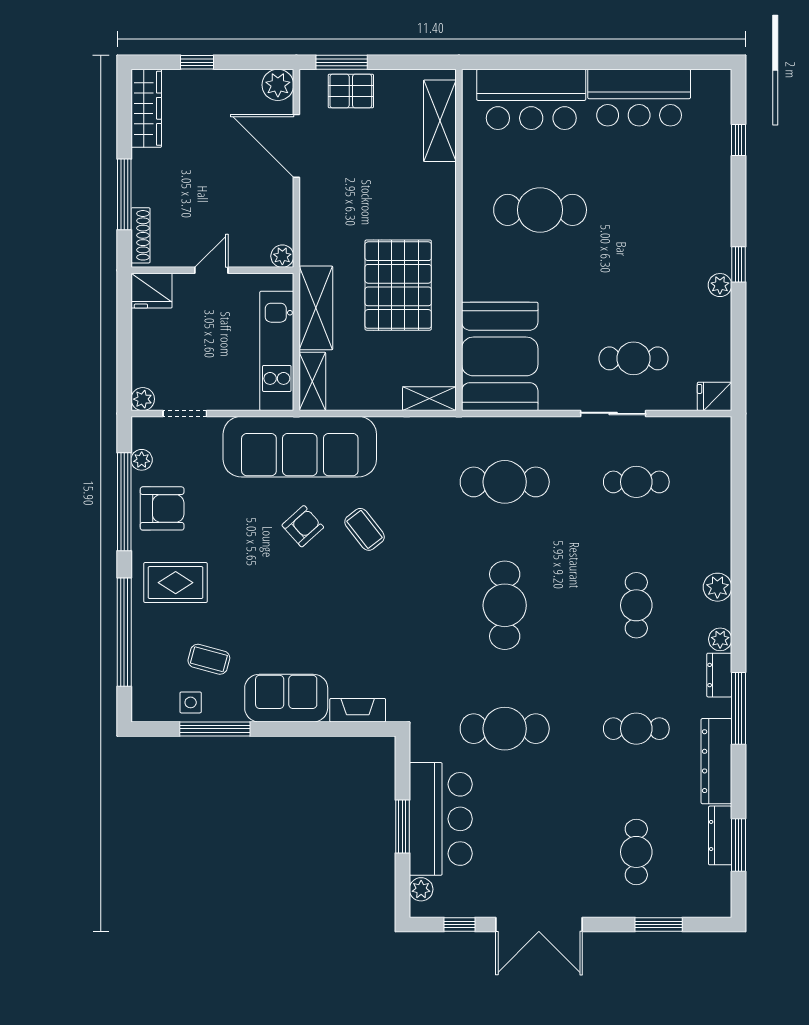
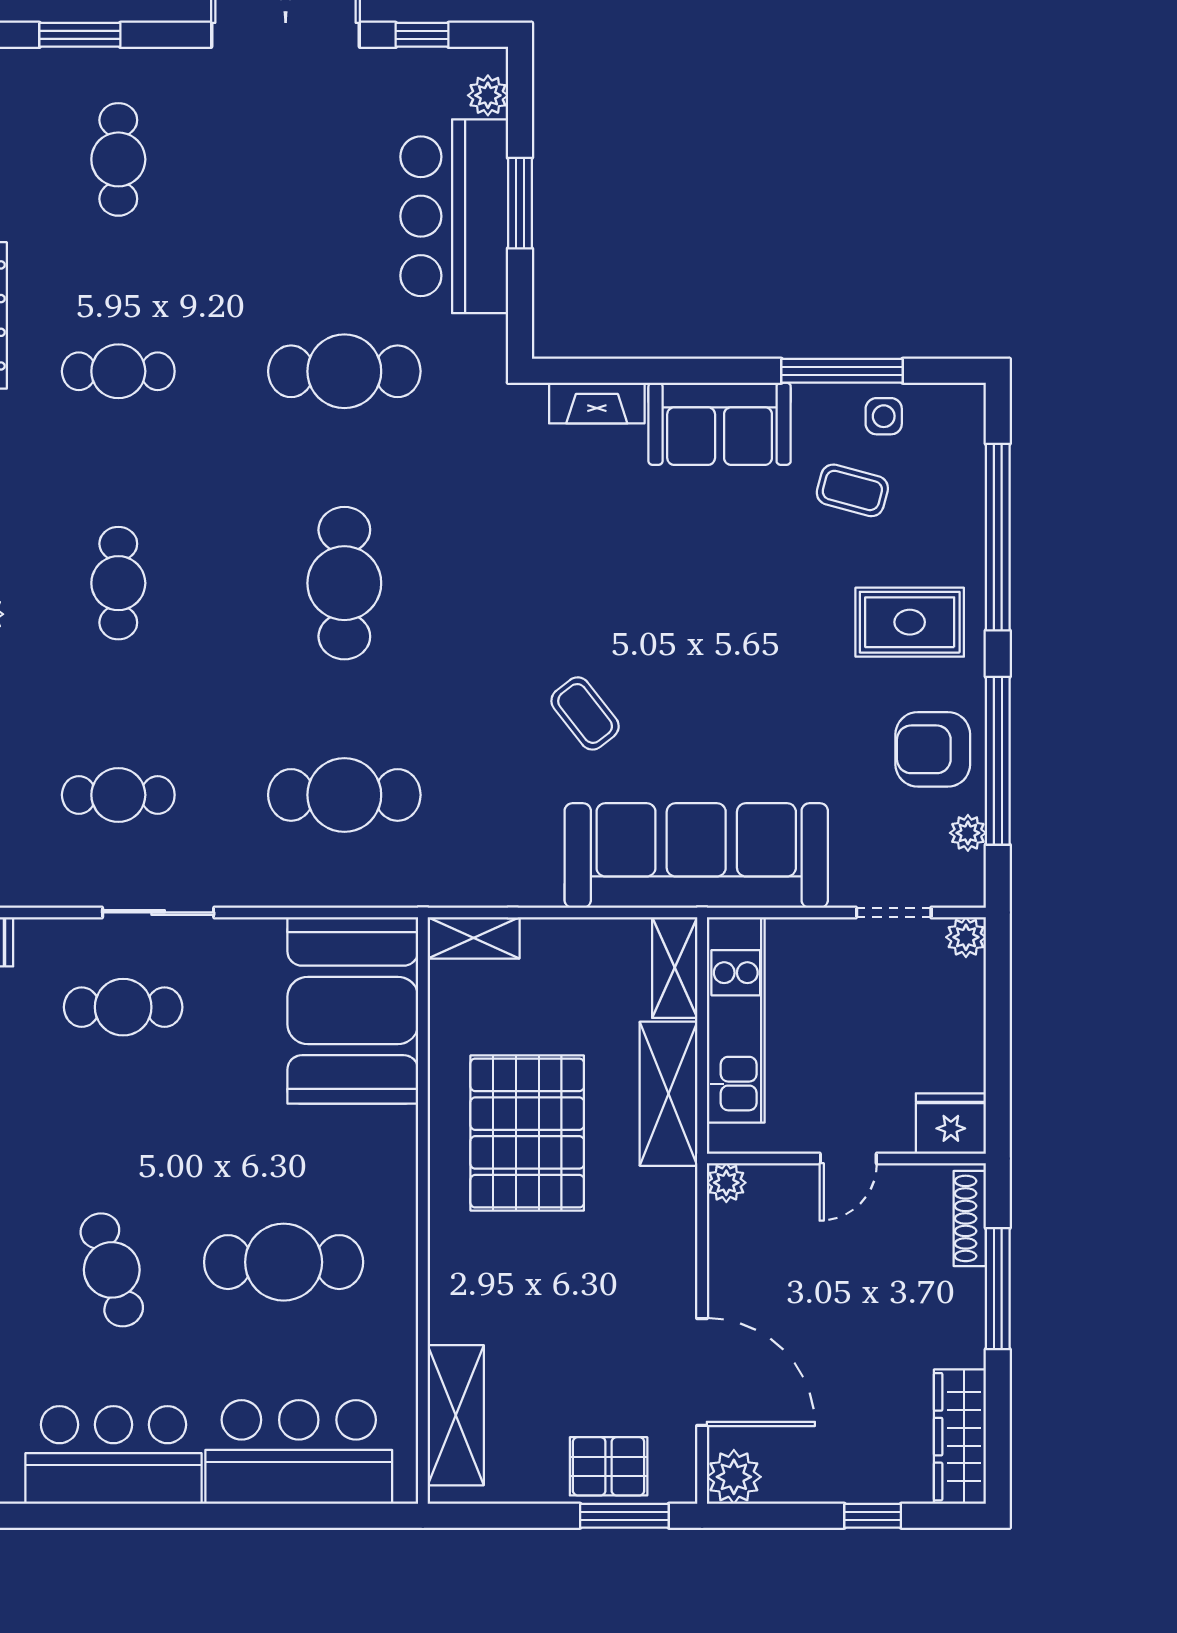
cafe table: (640, 205) -> (112, 1270), added
armchair: (303, 526) -> (691, 719), removed

